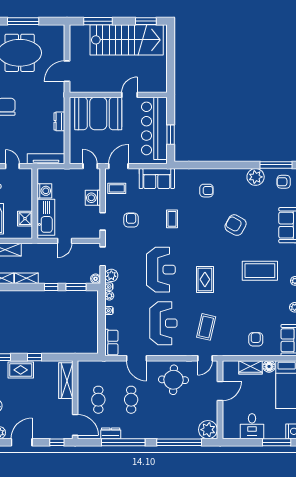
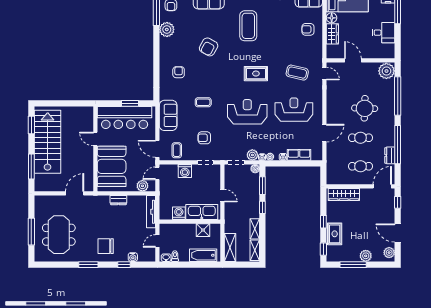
door: (67, 71) -> (75, 193), swing flipped
plant: (76, 149) -> (142, 186), added
row of seats: (111, 343) -> (299, 155), moved
round table: (173, 380) -> (365, 108), moved

